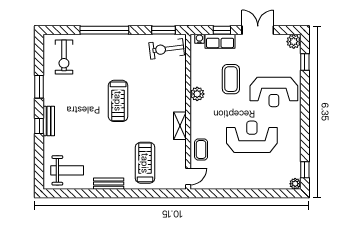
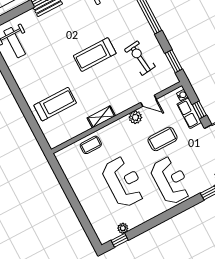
exercise bike: (167, 49) -> (140, 58), moved
reception desk: (274, 92) -> (171, 180), turned 180
door: (188, 176) -> (149, 101), moved
bench: (109, 184) -> (22, 83), removed
plant: (295, 184) -> (123, 228), moved

